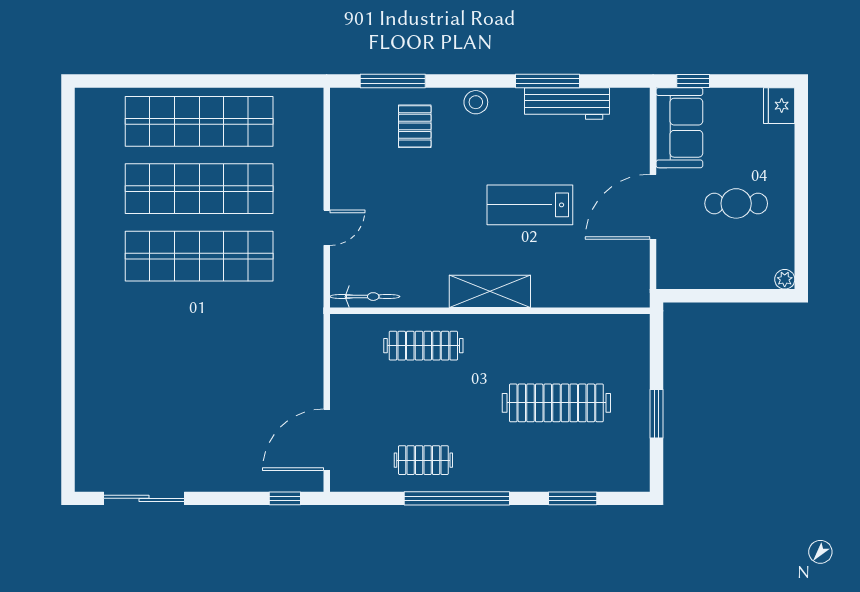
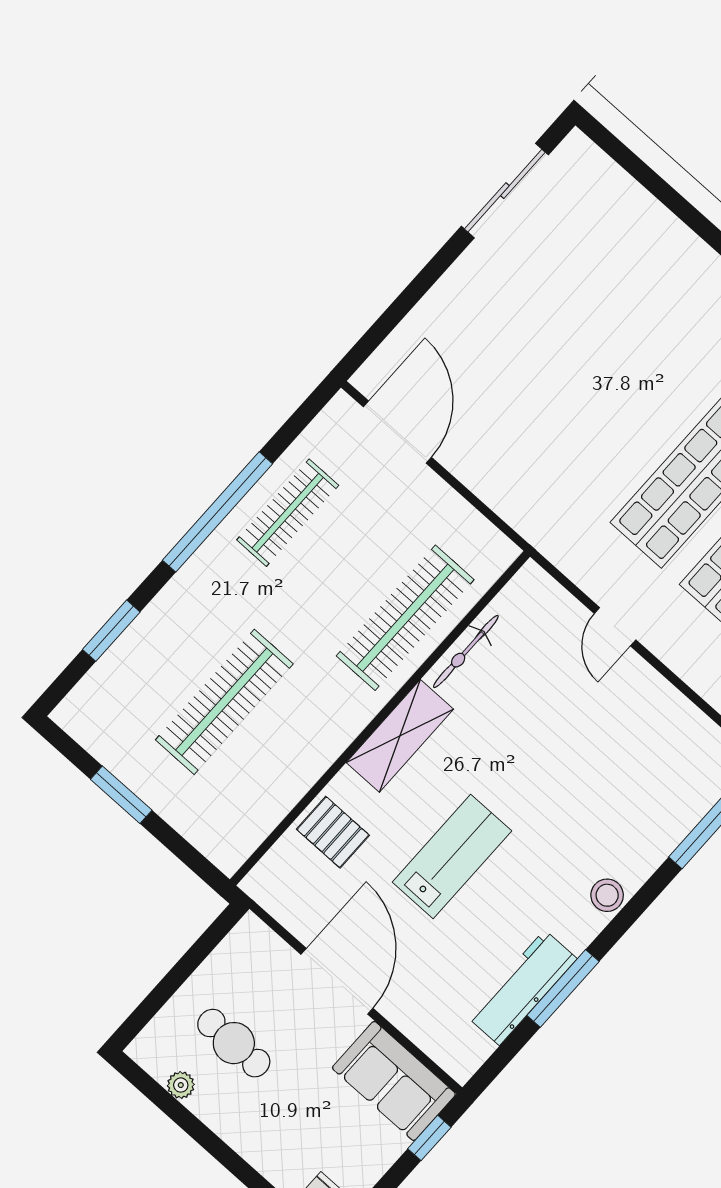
pallet: (415, 126) -> (333, 832), moved
cafe table: (736, 203) -> (234, 1043), moved, turned 90
plant: (785, 279) -> (181, 1085), moved
bicycle: (365, 297) -> (466, 652), moved
clothes rail: (423, 346) -> (405, 618), width x1.37, depth x1.31
clothes rail: (423, 460) -> (288, 513), width x1.36
window: (285, 498) -> (375, 335), removed

